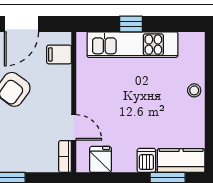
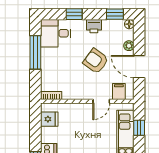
window: (131, 24) -> (139, 128), moved
door: (74, 127) -> (101, 101), moved

